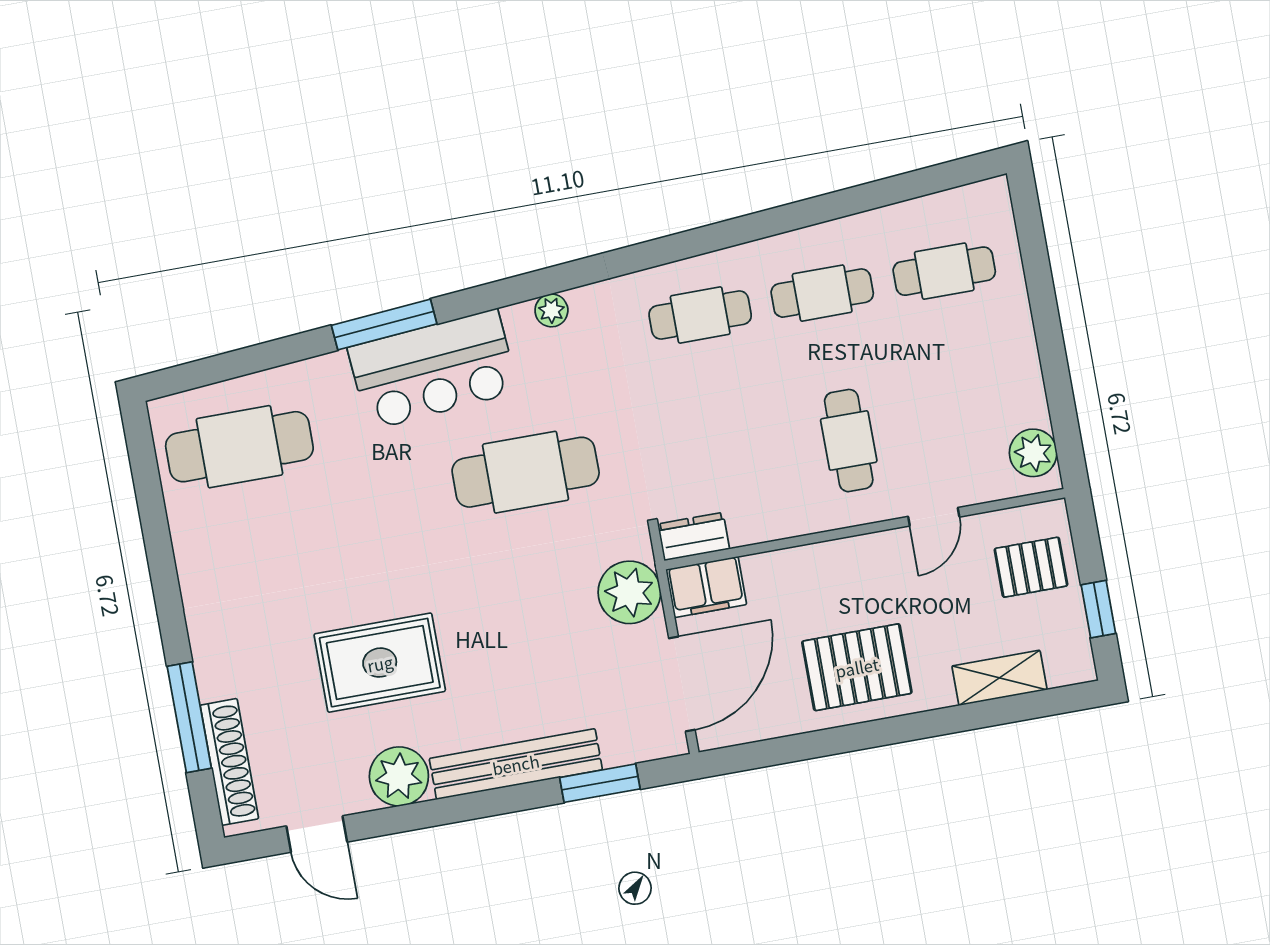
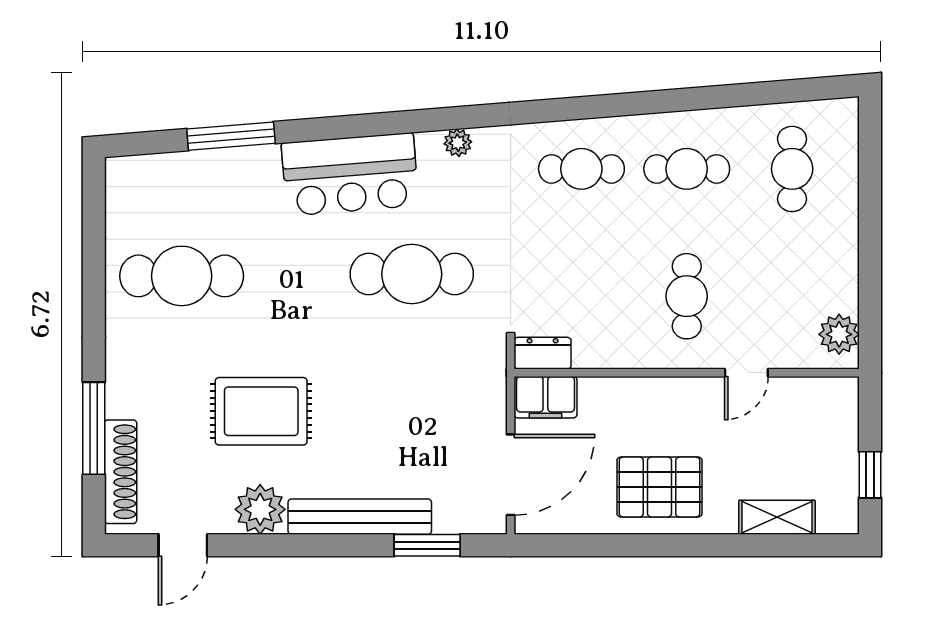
cafe table: (944, 271) -> (792, 169), turned 90
window: (384, 325) -> (231, 136), moved
cafe table: (239, 447) -> (182, 276), moved
pallet: (1031, 567) -> (820, 430), removed
plant: (629, 592) -> (480, 390), removed
door: (317, 834) -> (183, 545), hinge flipped

